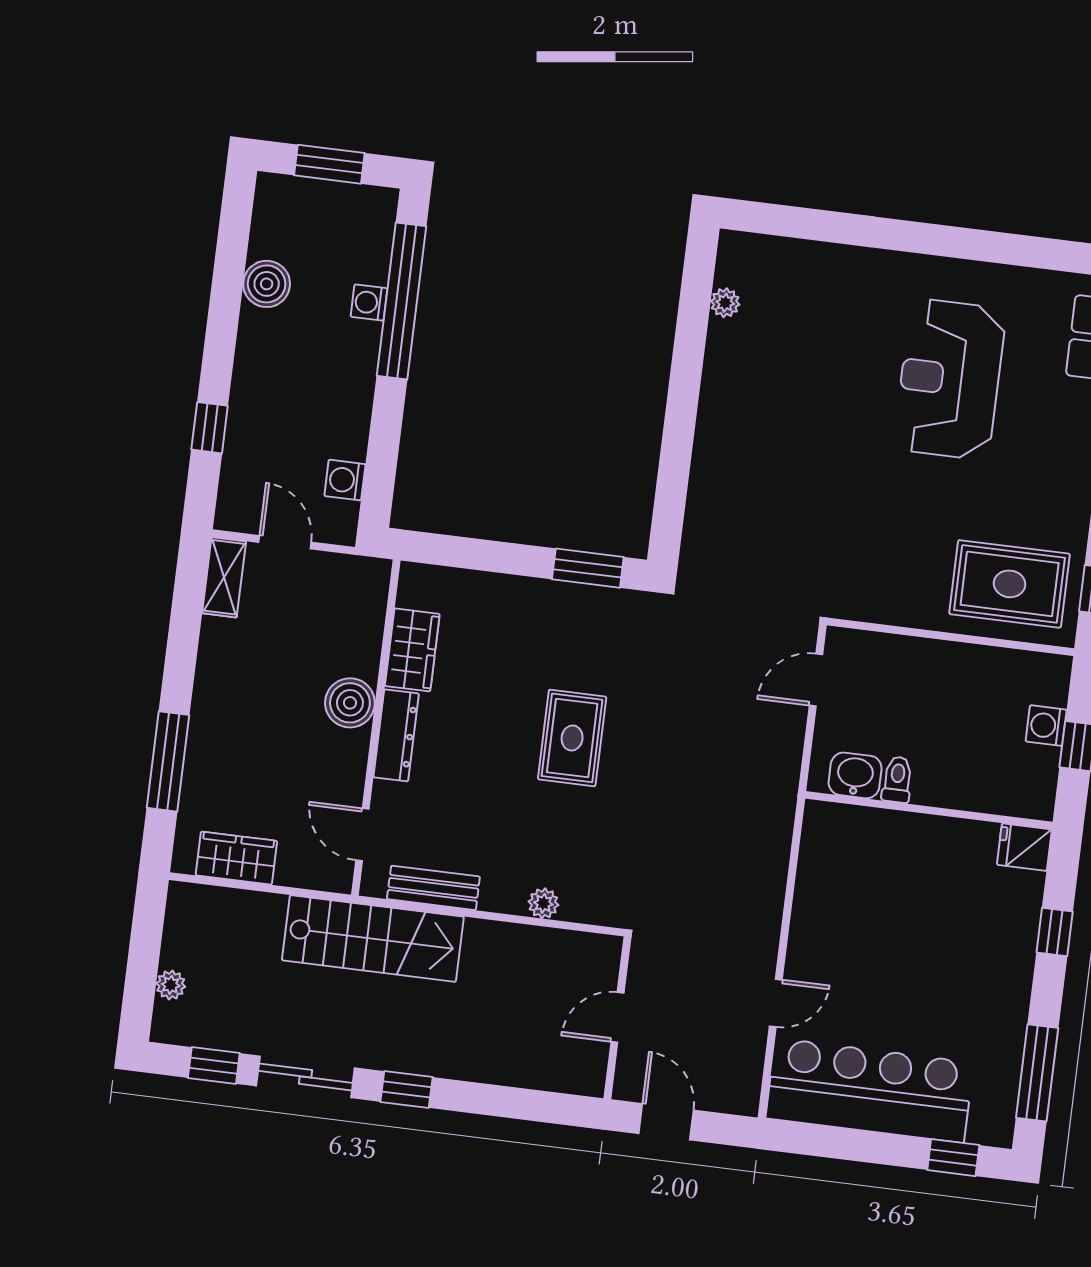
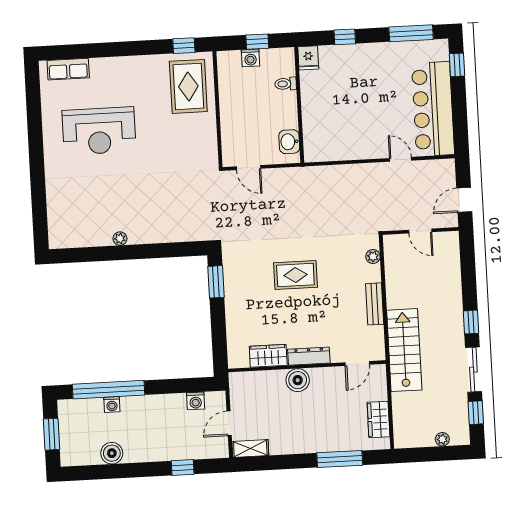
plant: (725, 303) -> (120, 239), moved
toilet: (897, 780) -> (286, 84), moved
bench: (433, 888) -> (375, 304), moved
plant: (543, 903) -> (373, 257), moved

